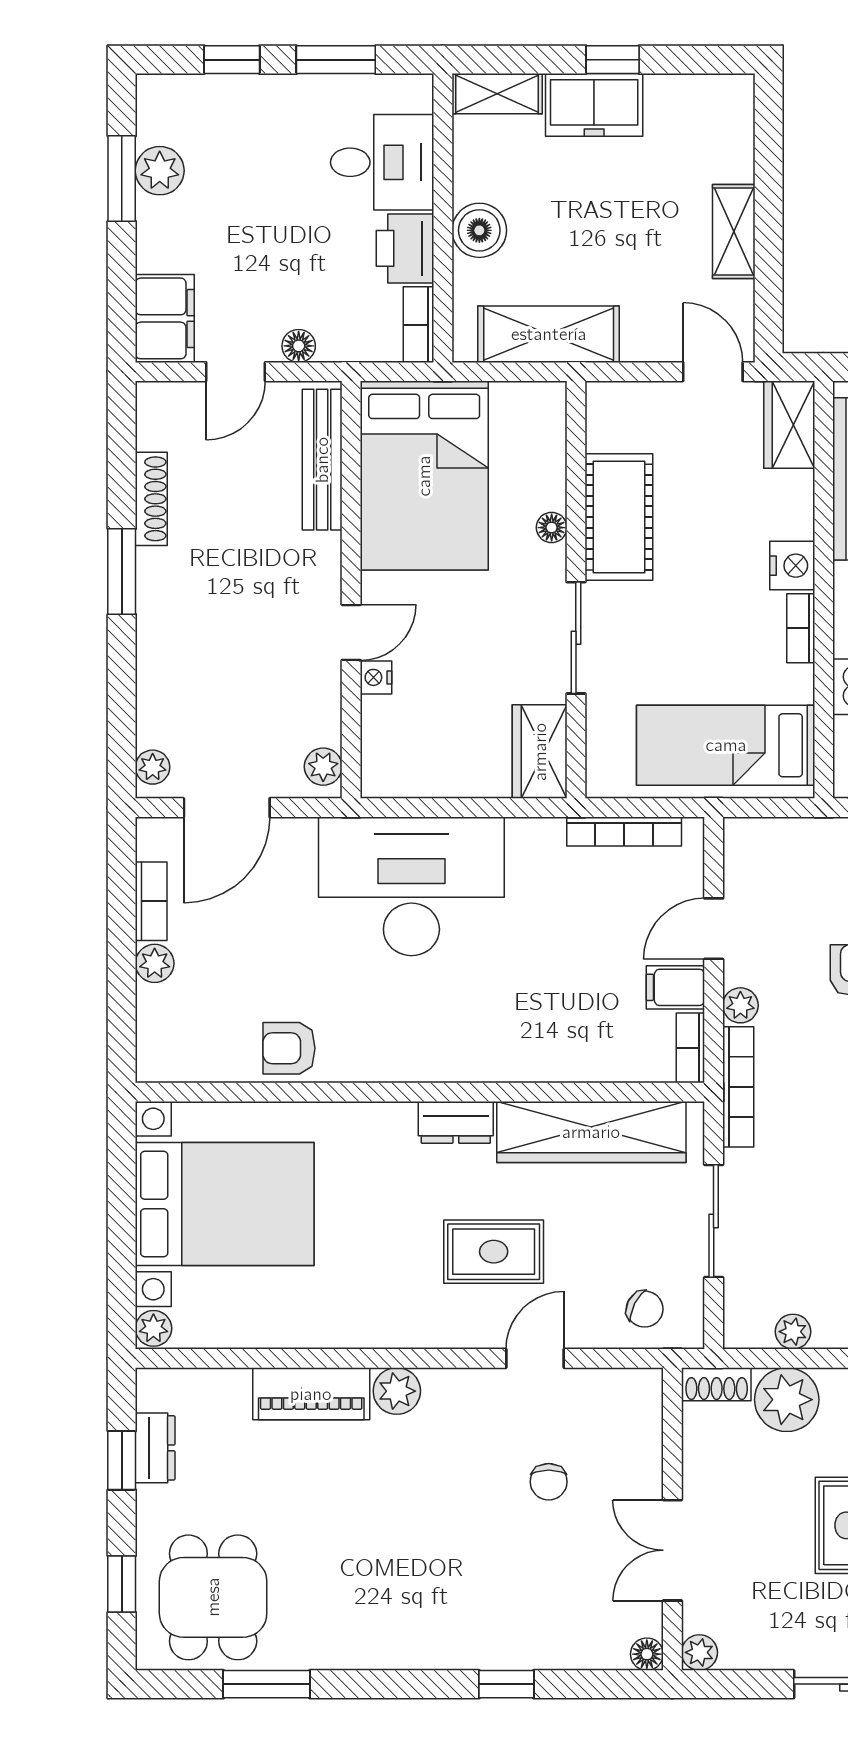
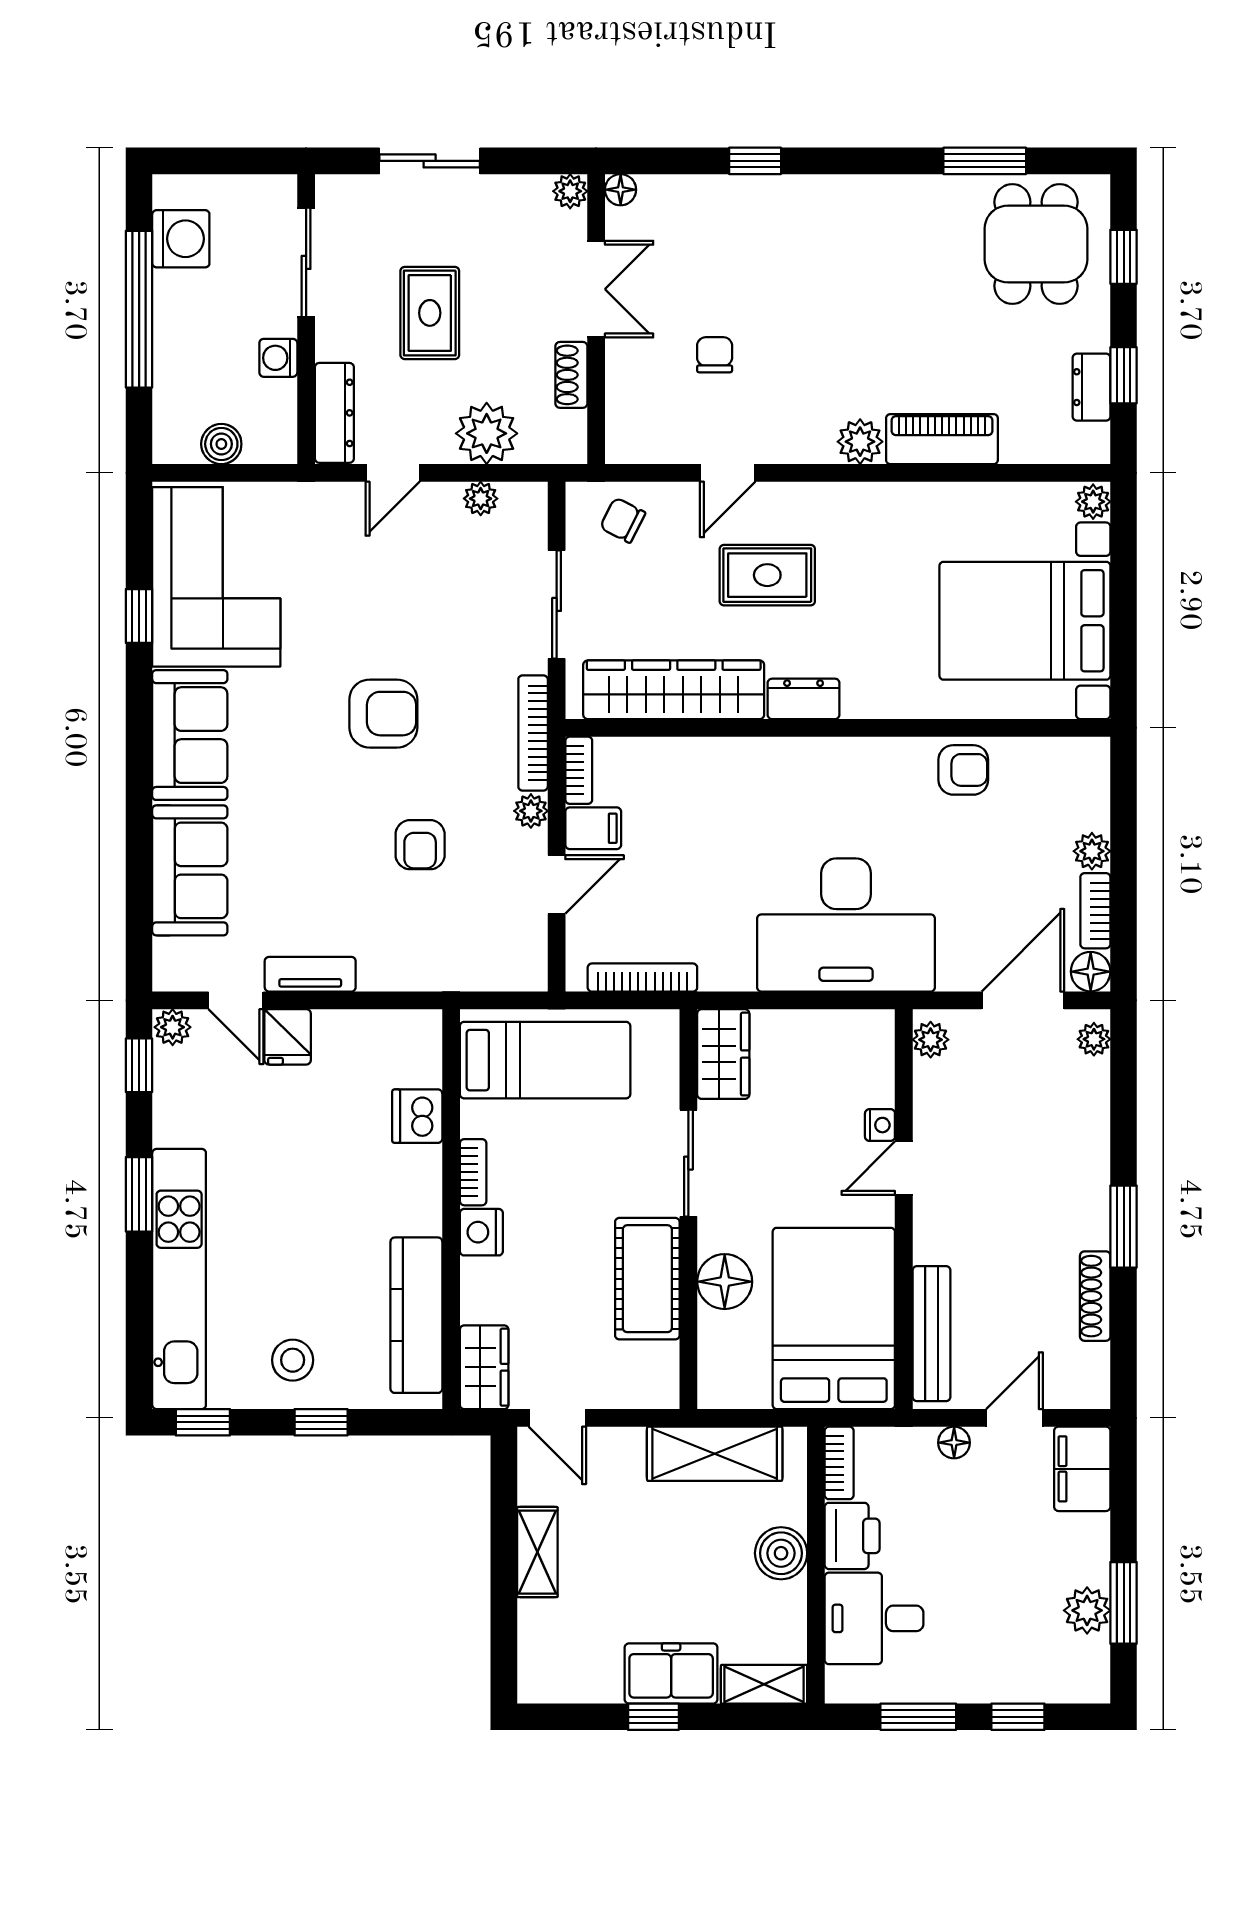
floor lamp: (552, 528) -> (725, 1282), width x1.89, depth x1.89
floor lamp: (156, 838) -> (1091, 972), added
shoe rack: (717, 1384) -> (571, 375), moved, turned -90

